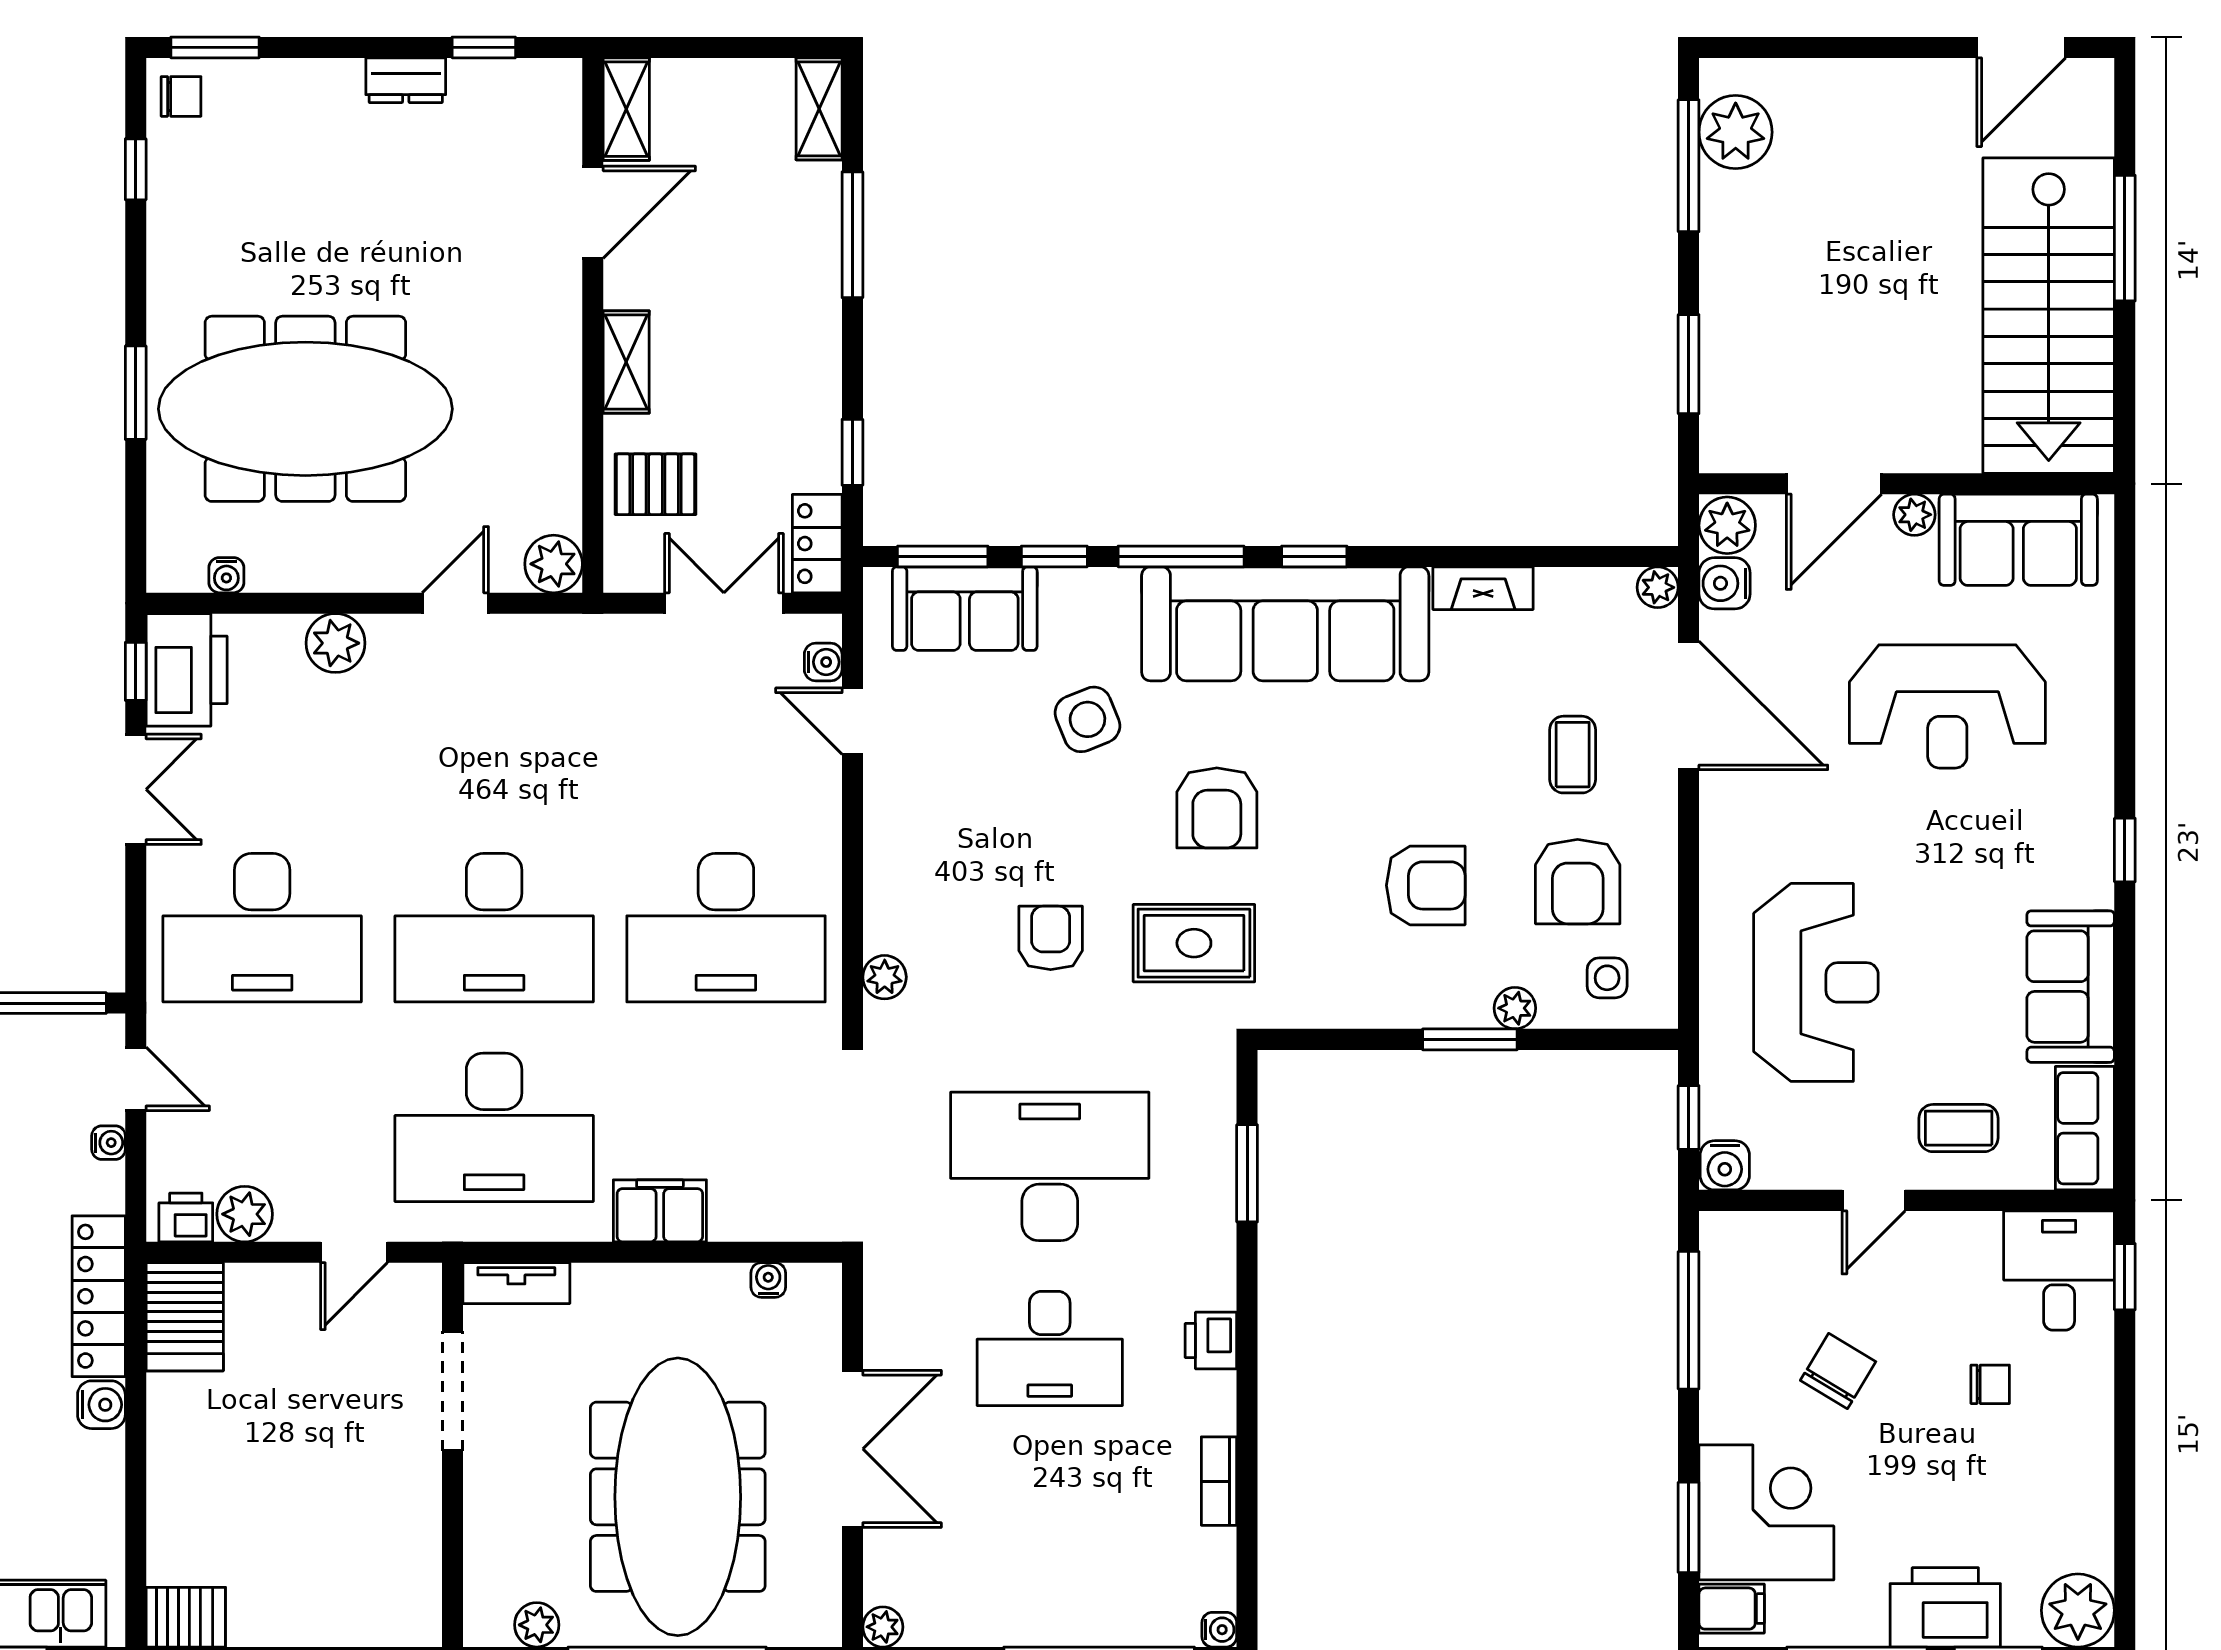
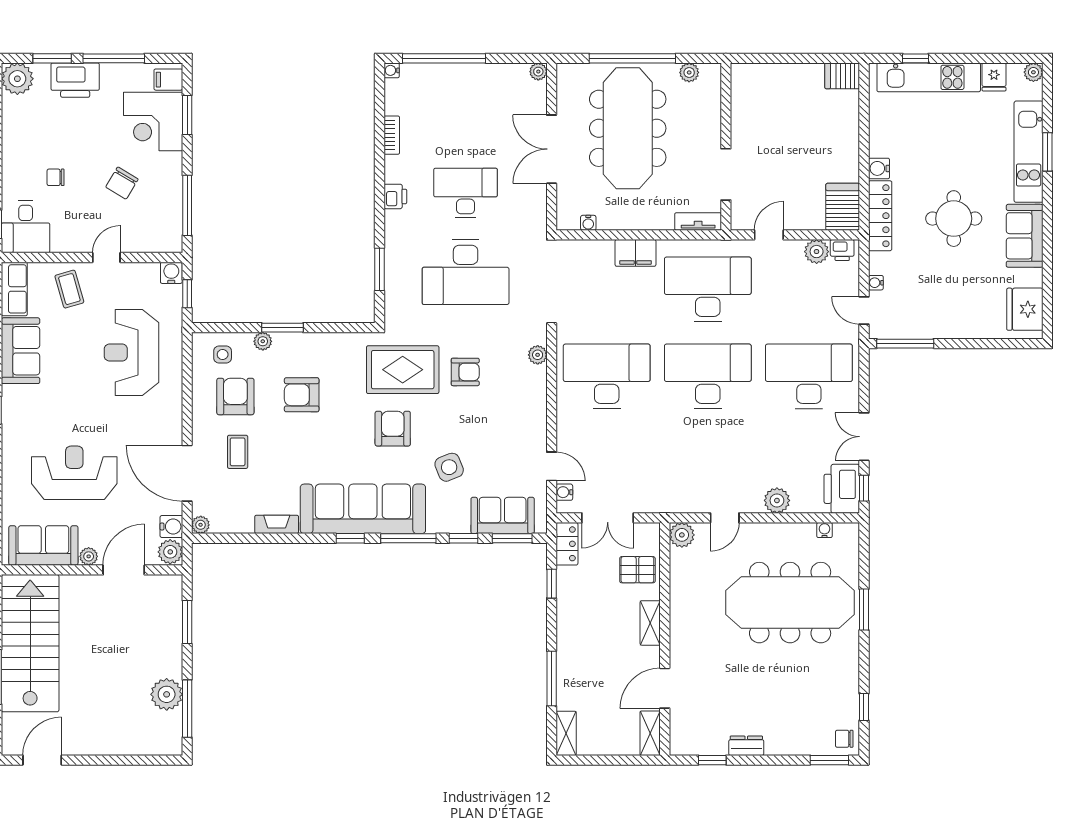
plant: (1736, 132) -> (167, 694), moved
armchair: (1051, 938) -> (465, 372), turned -90
rug: (1194, 943) -> (403, 370), width x1.36, depth x1.43
coffee table: (1959, 1128) -> (69, 289), turned 74

